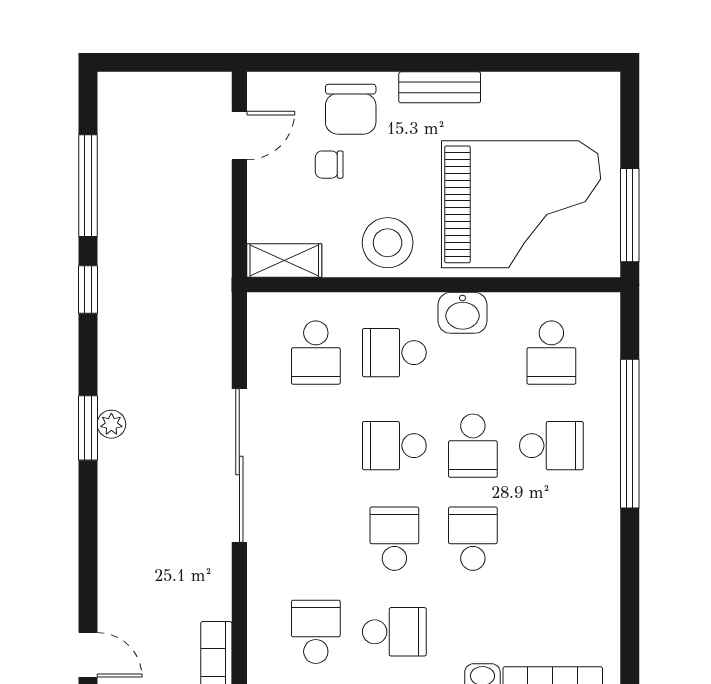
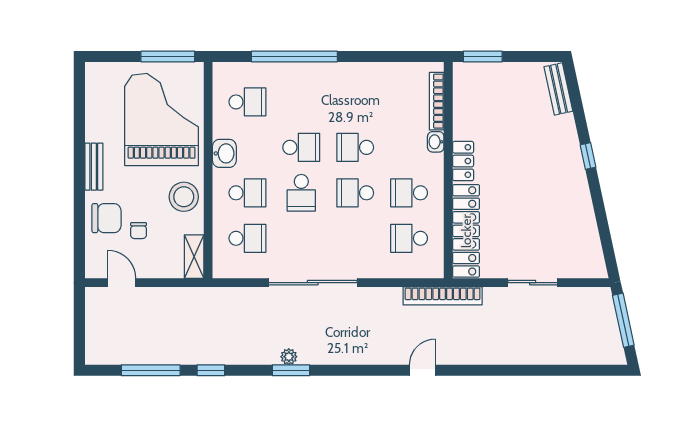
school desk: (394, 353) -> (247, 193), turned -90
school desk: (551, 446) -> (301, 102), removed
school desk: (394, 632) -> (409, 193), turned -90

